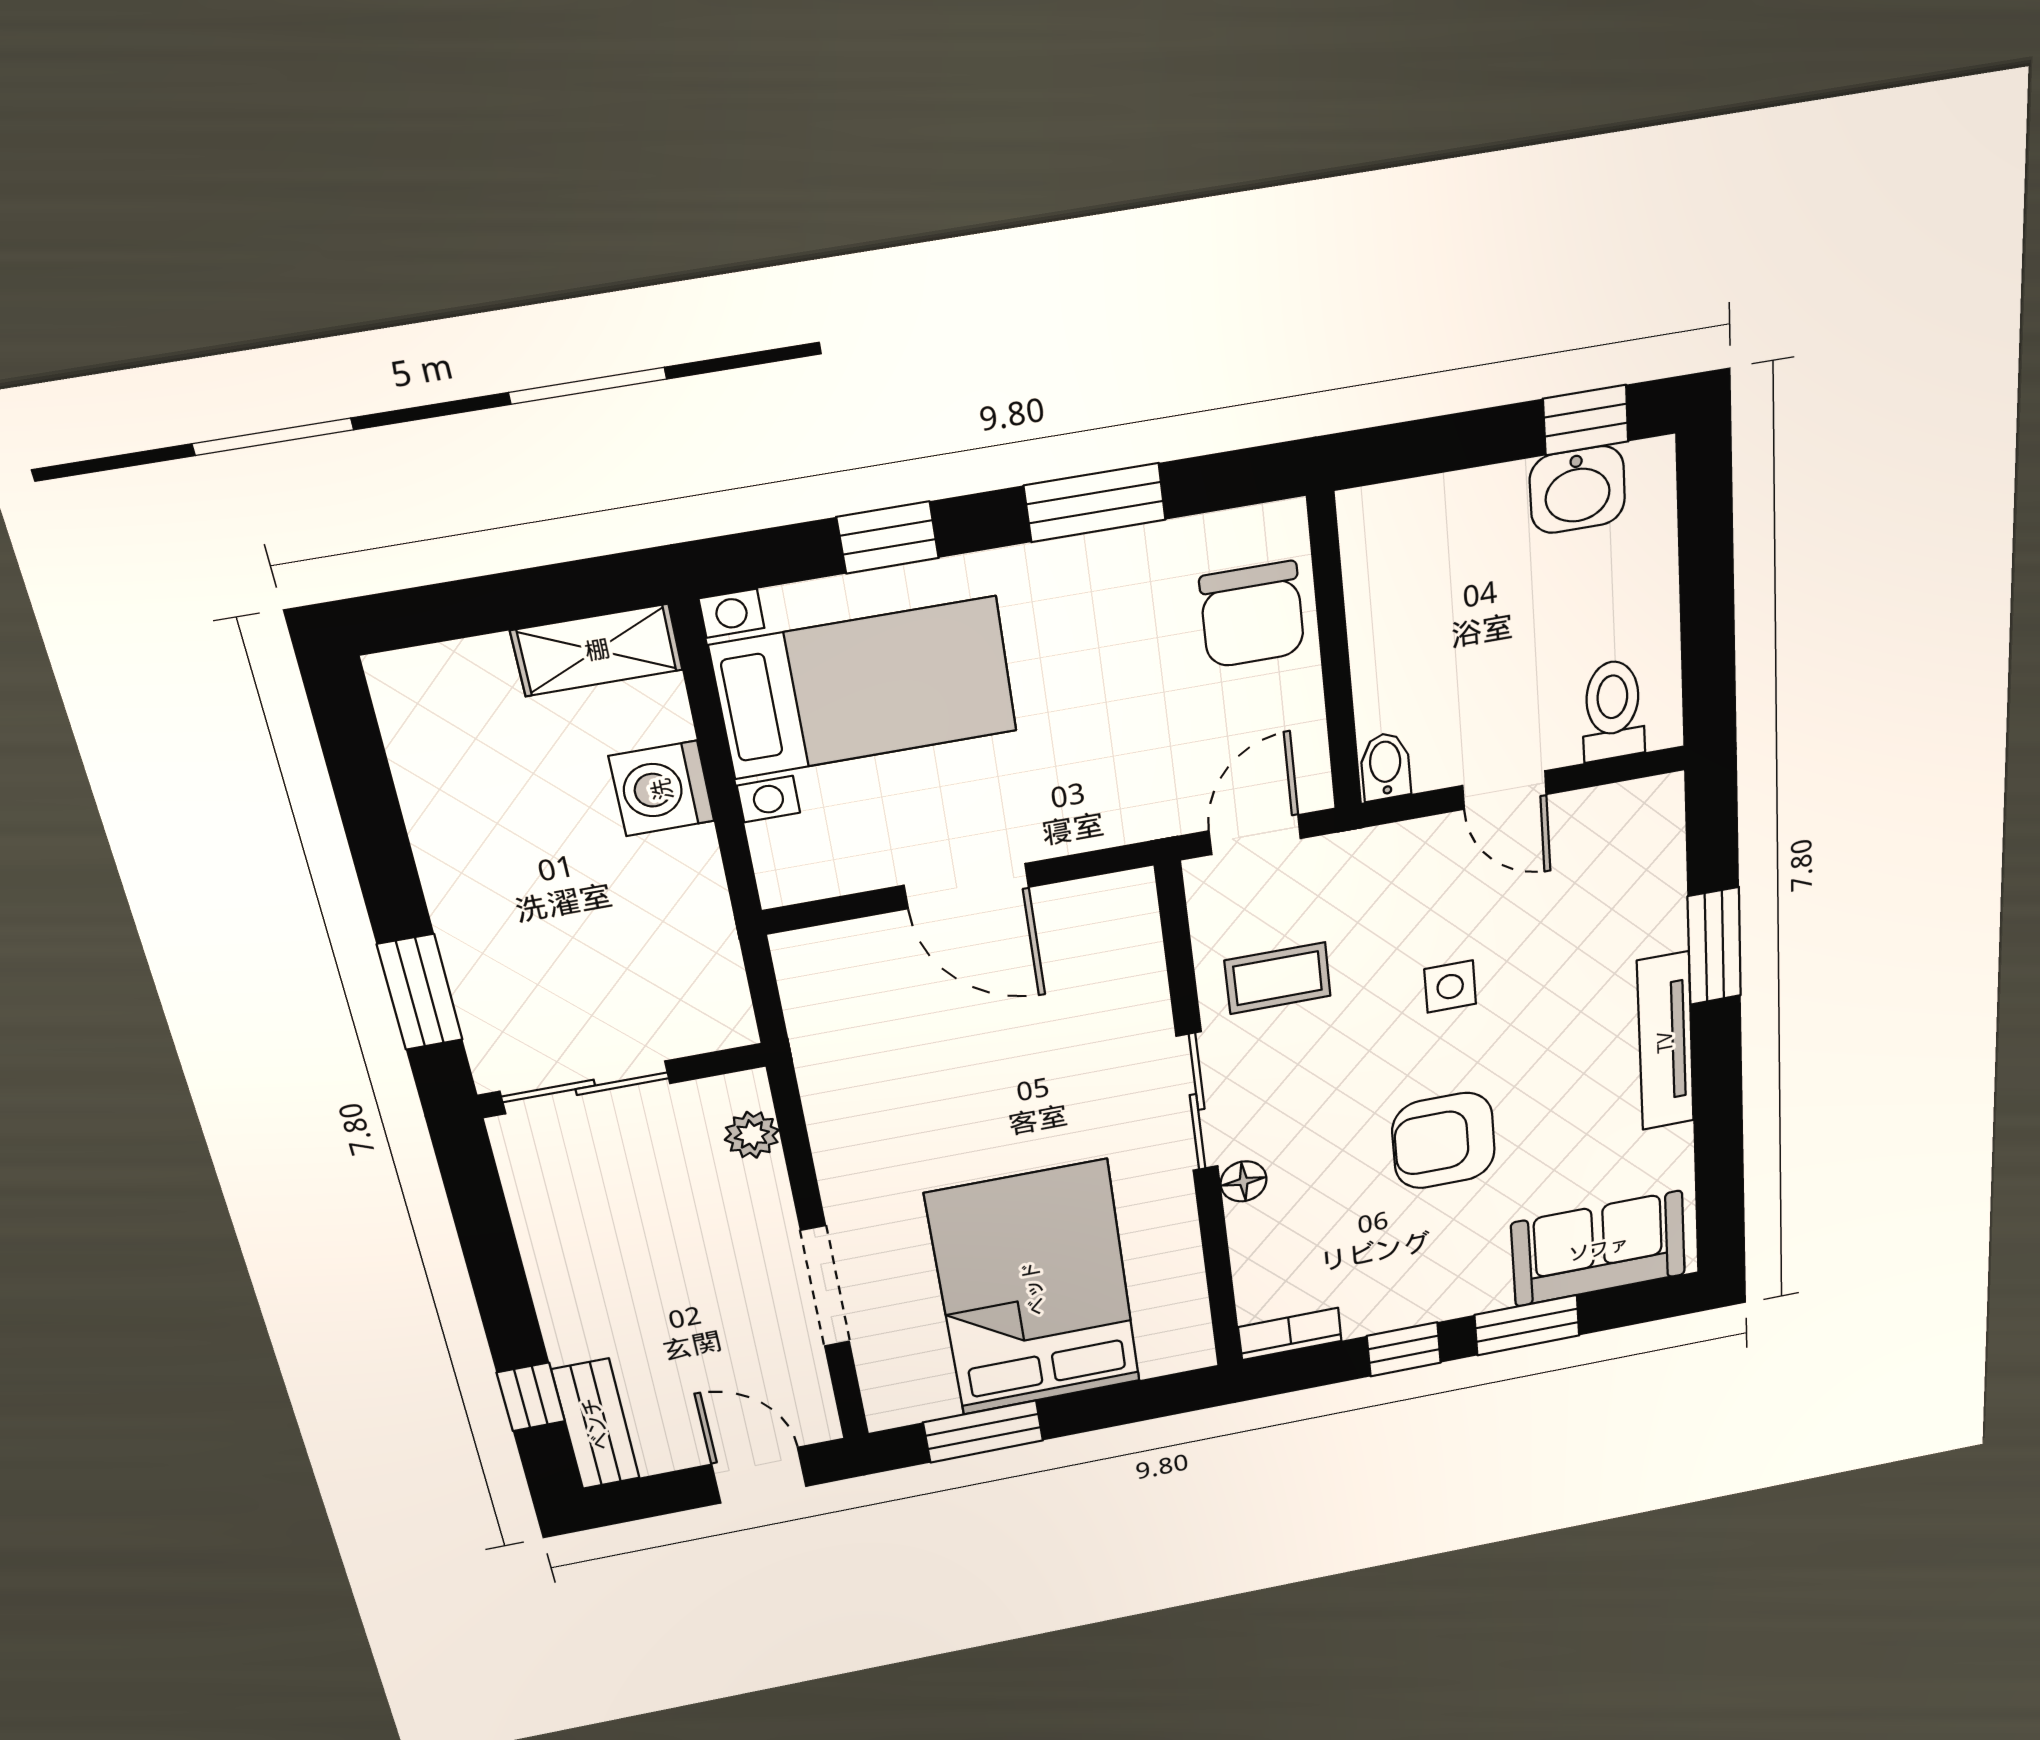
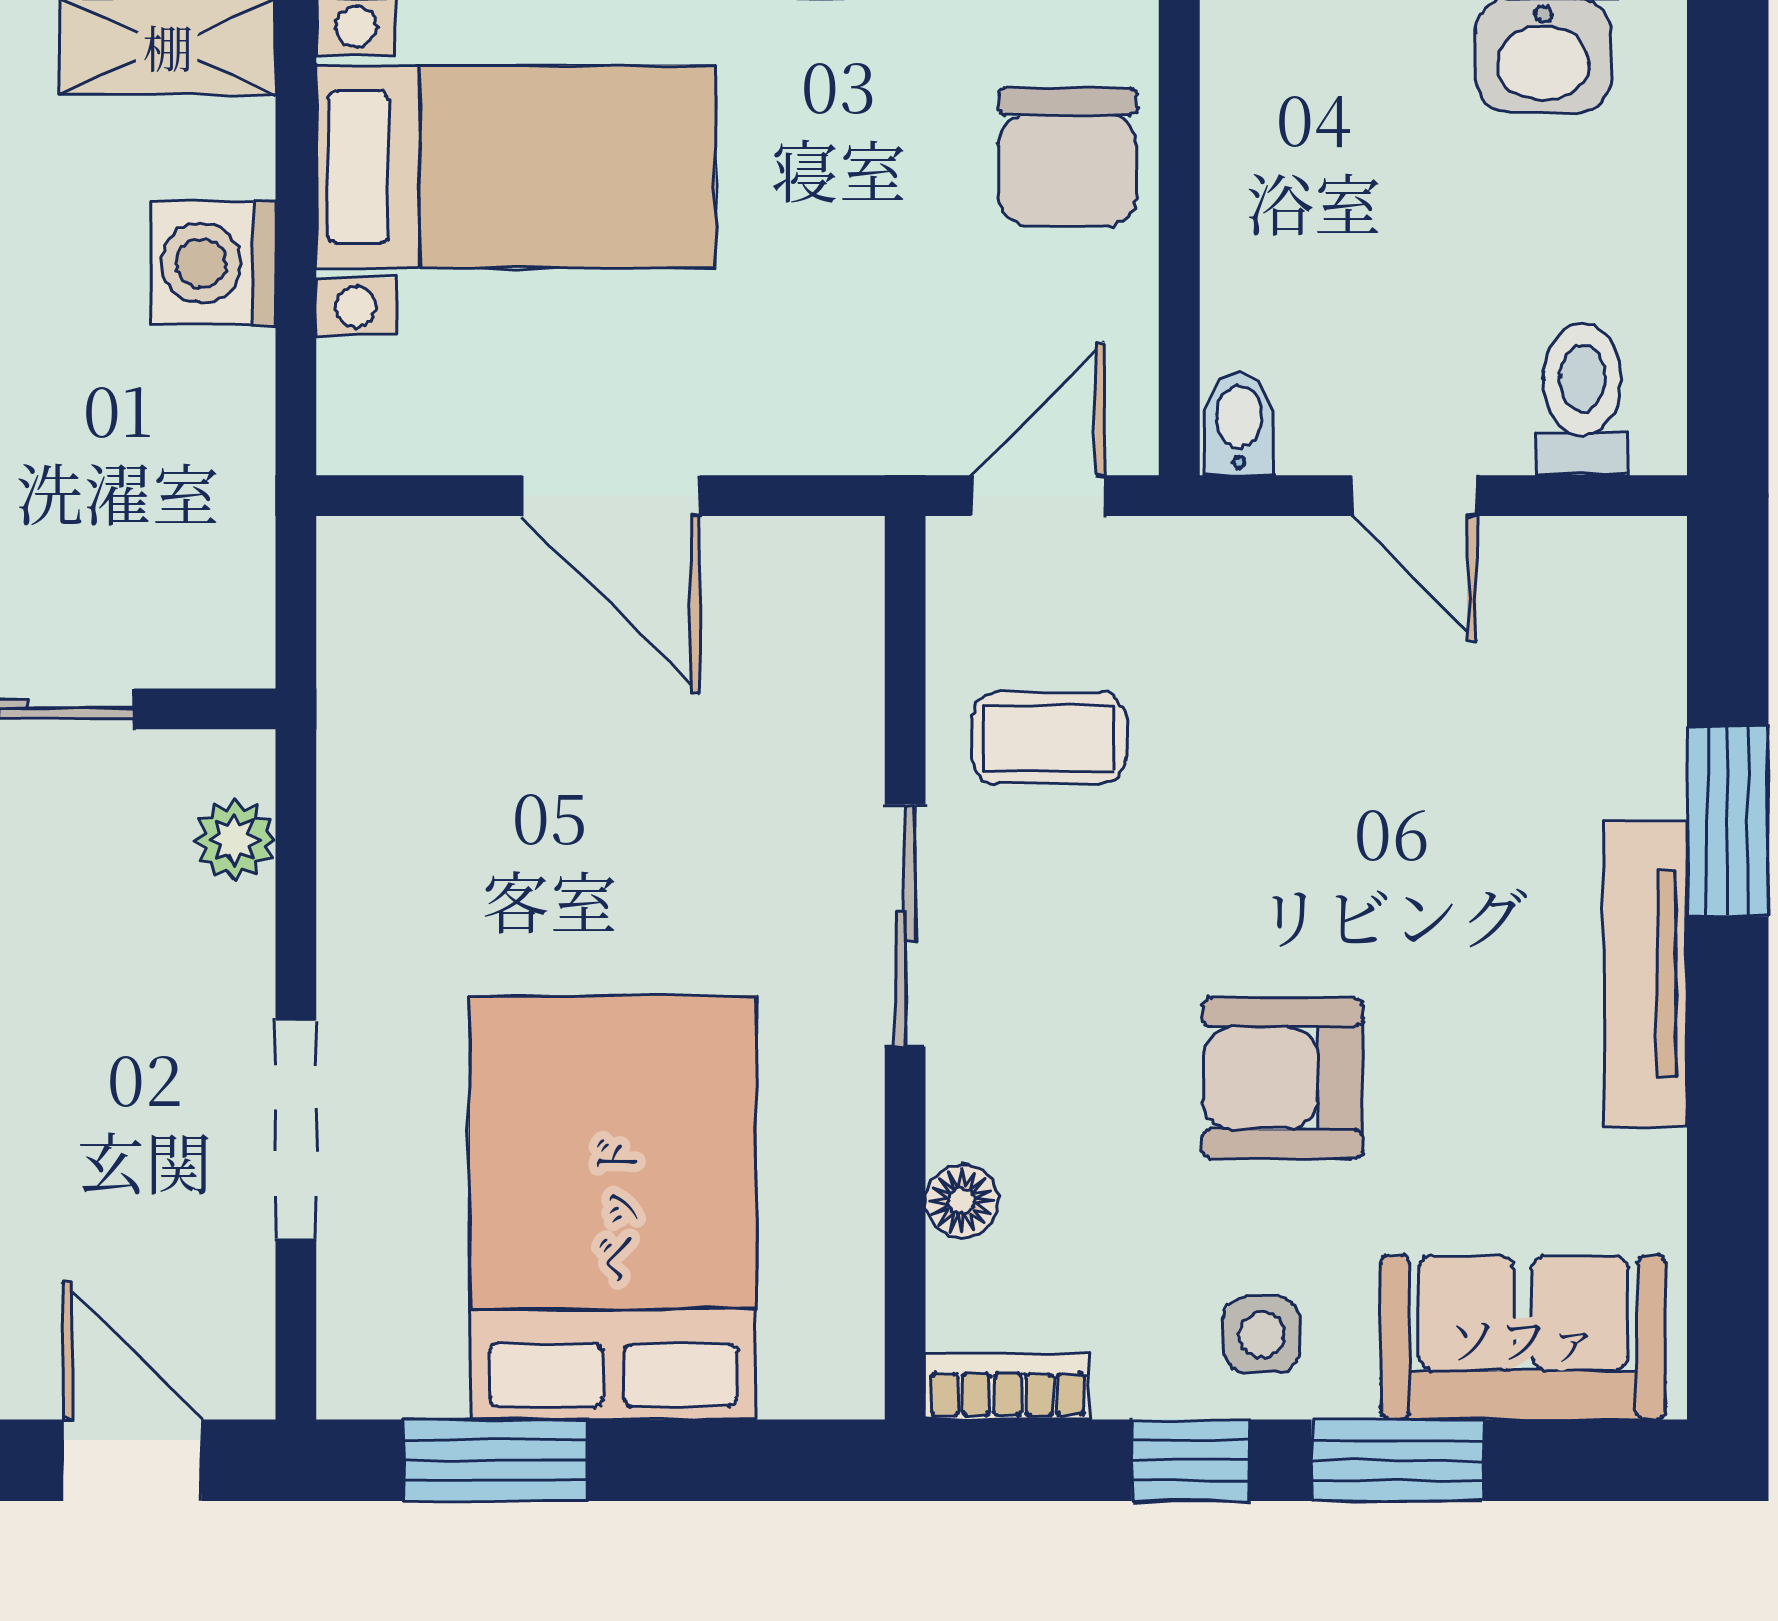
side table: (1450, 987) -> (1262, 1335), moved
floor lamp: (1244, 1181) -> (962, 1201), moved

